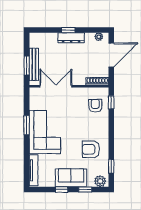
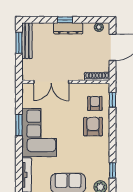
bench: (34, 64) -> (27, 41), moved
window: (27, 66) -> (19, 43), moved
double door: (56, 86) -> (51, 82), swing flipped
armchair: (91, 149) -> (93, 127), moved, turned 90

